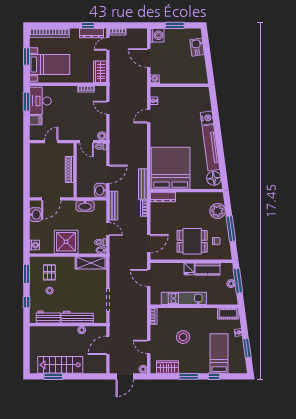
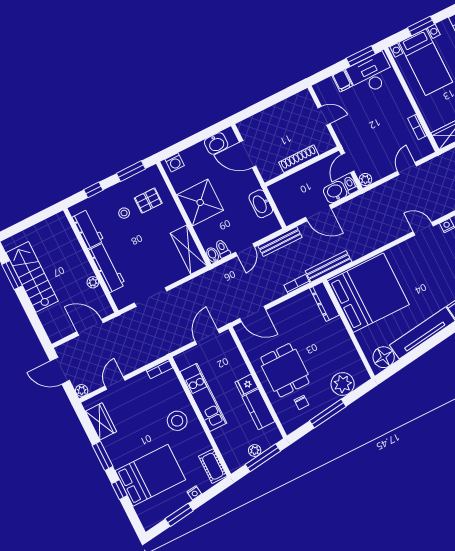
washbasin: (100, 190) -> (335, 192), moved
stool: (183, 337) -> (177, 421), moved
bed: (219, 353) -> (150, 475), width x1.50

